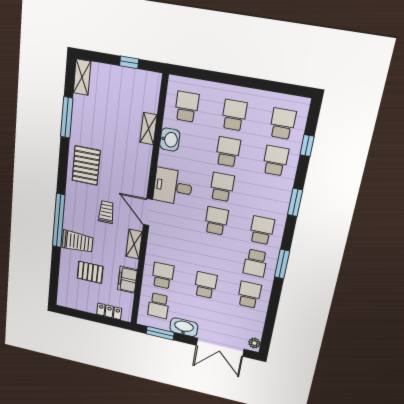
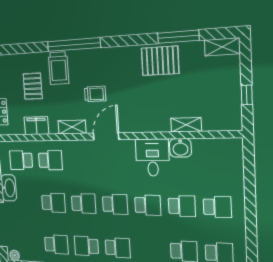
school desk: (187, 107) -> (84, 203), moved
pallet: (86, 166) -> (160, 61), moved
desk: (173, 187) -> (153, 158), moved

